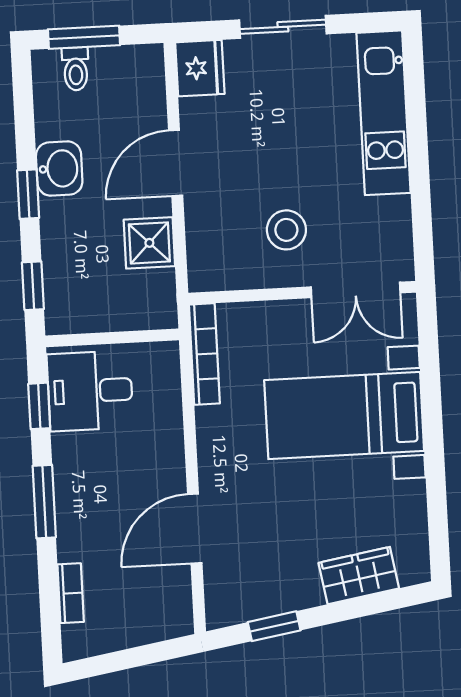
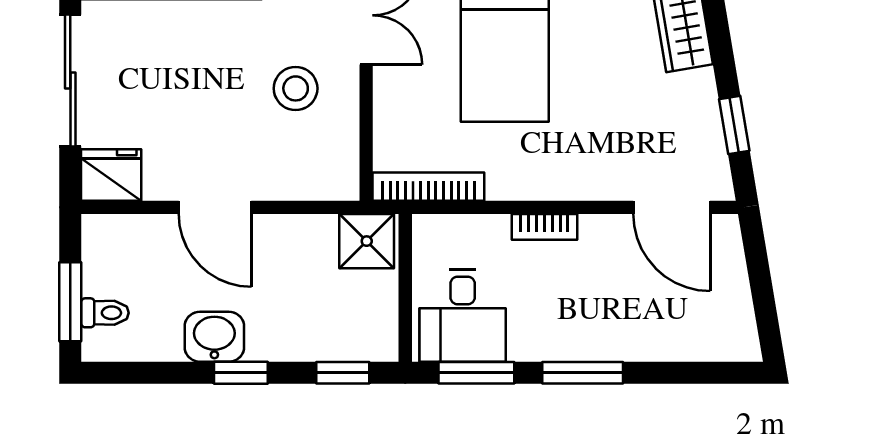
sliding door: (283, 27) -> (70, 81), width x1.37
shower: (149, 243) -> (367, 241), moved
window: (39, 406) -> (476, 373), width x1.50
door: (195, 529) -> (672, 207), moved
bookcase: (71, 593) -> (544, 227), moved, turned 180

